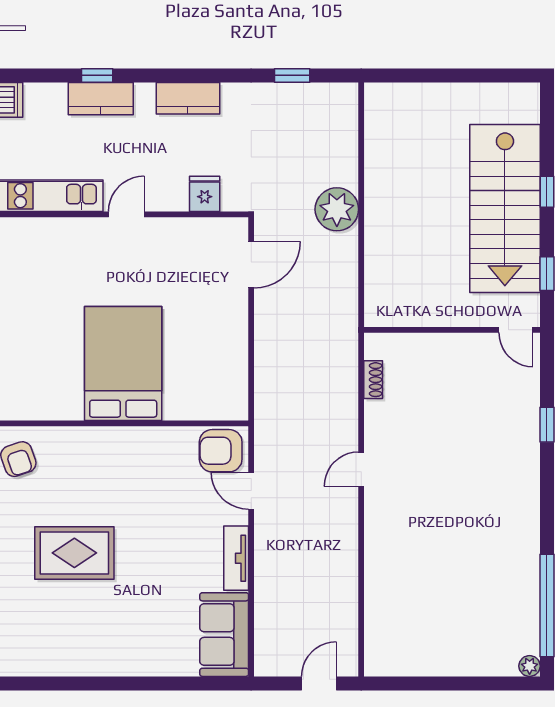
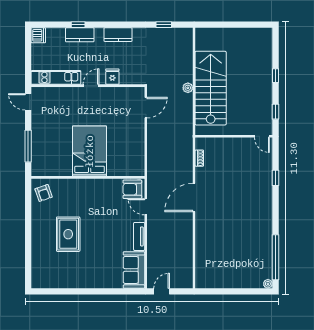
fridge: (205, 194) -> (112, 77), moved
plant: (337, 209) -> (188, 88), width x0.53, depth x0.53
stairs: (505, 209) -> (211, 88), moved, turned 180
door: (361, 469) -> (194, 197), width x1.88
rug: (74, 553) -> (68, 234), turned 90
door: (319, 683) -> (162, 291), moved

